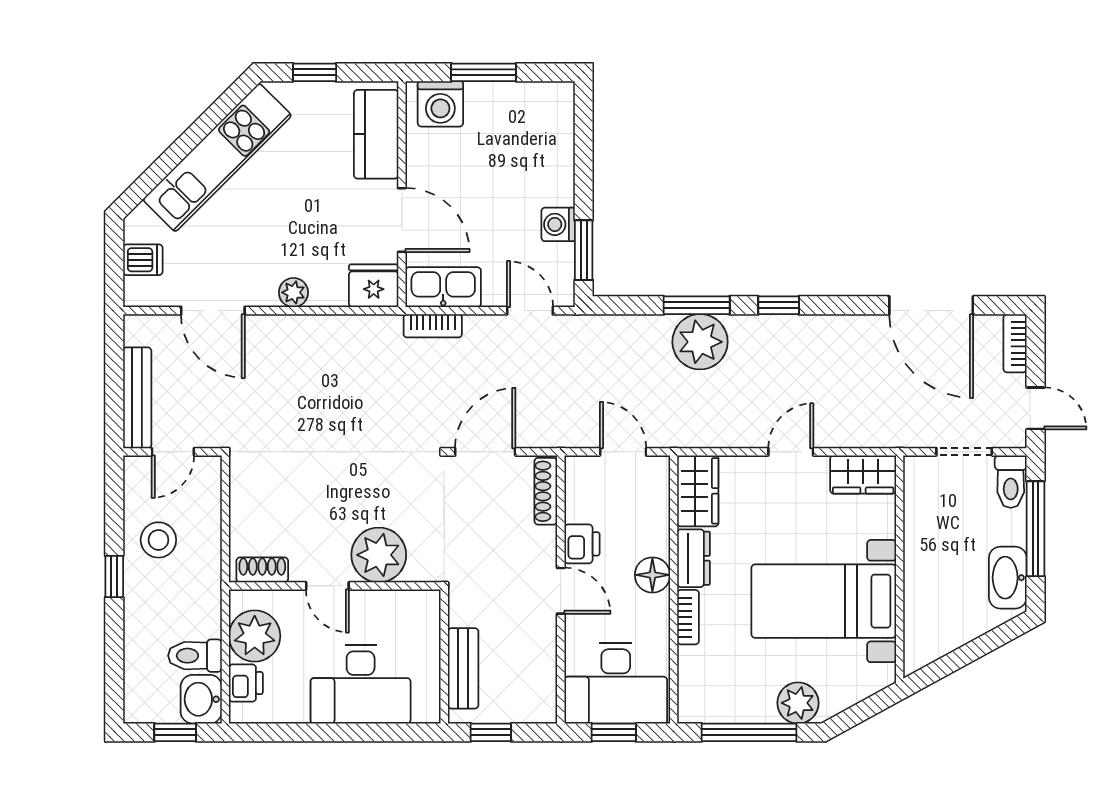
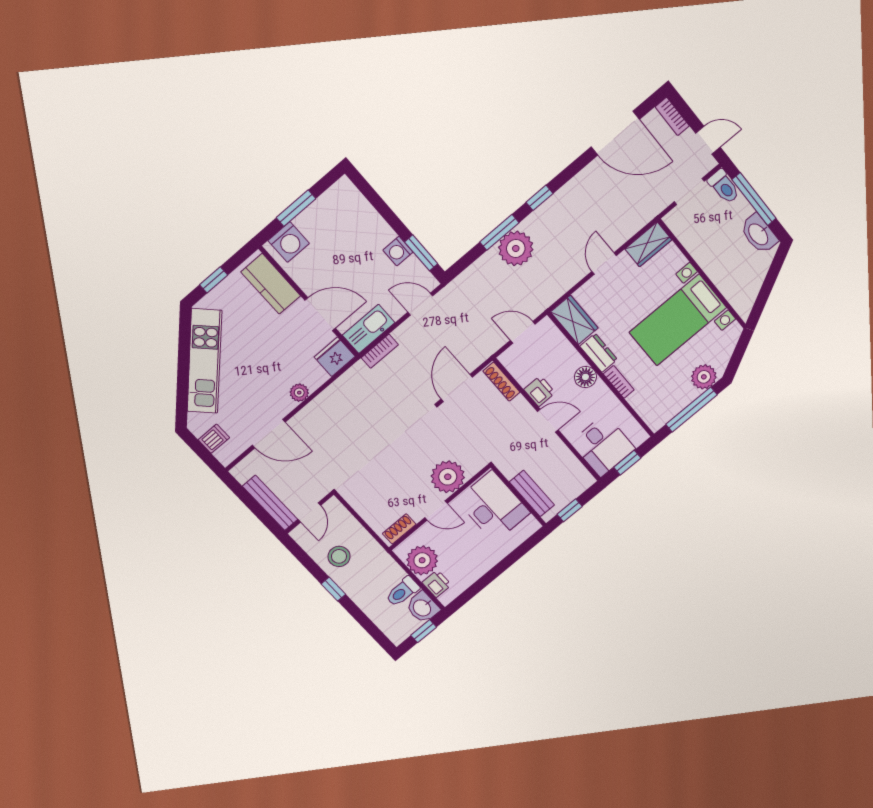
desk: (616, 683) -> (603, 446), width x0.73
desk: (361, 684) -> (493, 506), moved, turned -90

